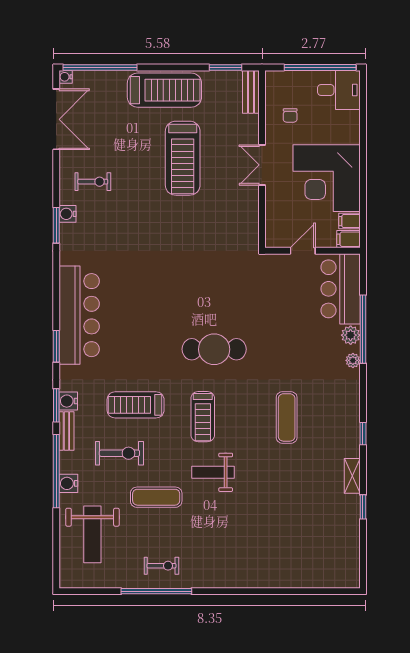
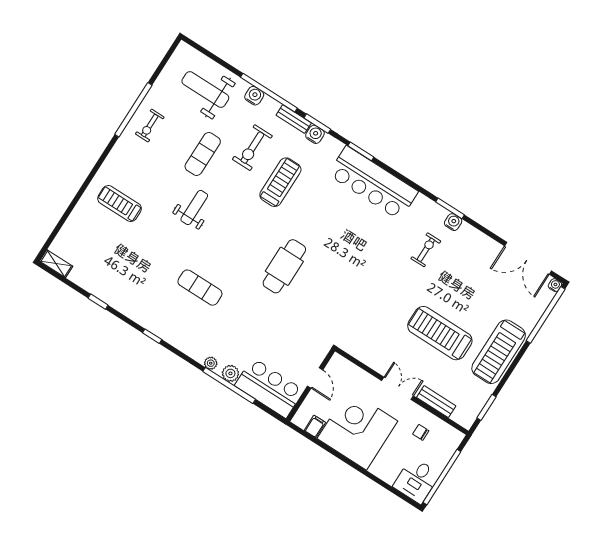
bench: (251, 92) -> (436, 402), moved
exercise bike: (93, 182) -> (426, 250), moved, turned 180
filing cabinet: (349, 239) -> (302, 417), removed
treadmill: (203, 417) -> (120, 203), moved
shelving: (352, 476) -> (56, 264), moved

